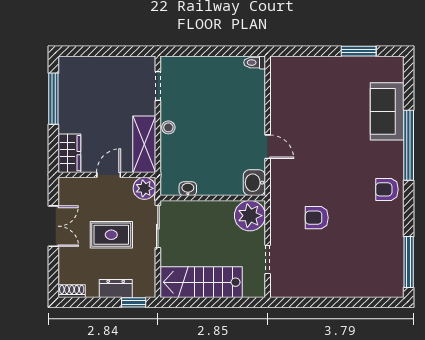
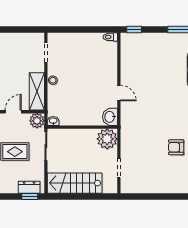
window: (291, 51) -> (134, 29), added
washbasin: (188, 189) -> (53, 121), moved
armchair: (317, 218) -> (176, 147), moved
dresser: (116, 288) -> (29, 187), moved

